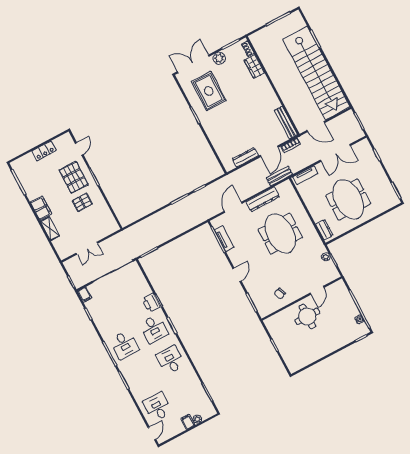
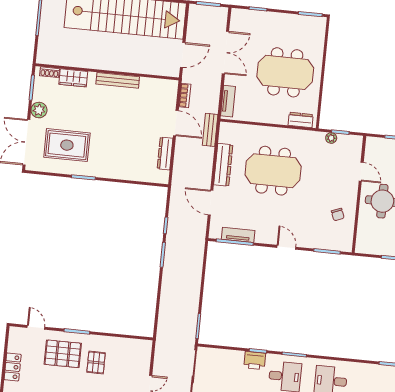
bench: (286, 123) -> (118, 80), moved

